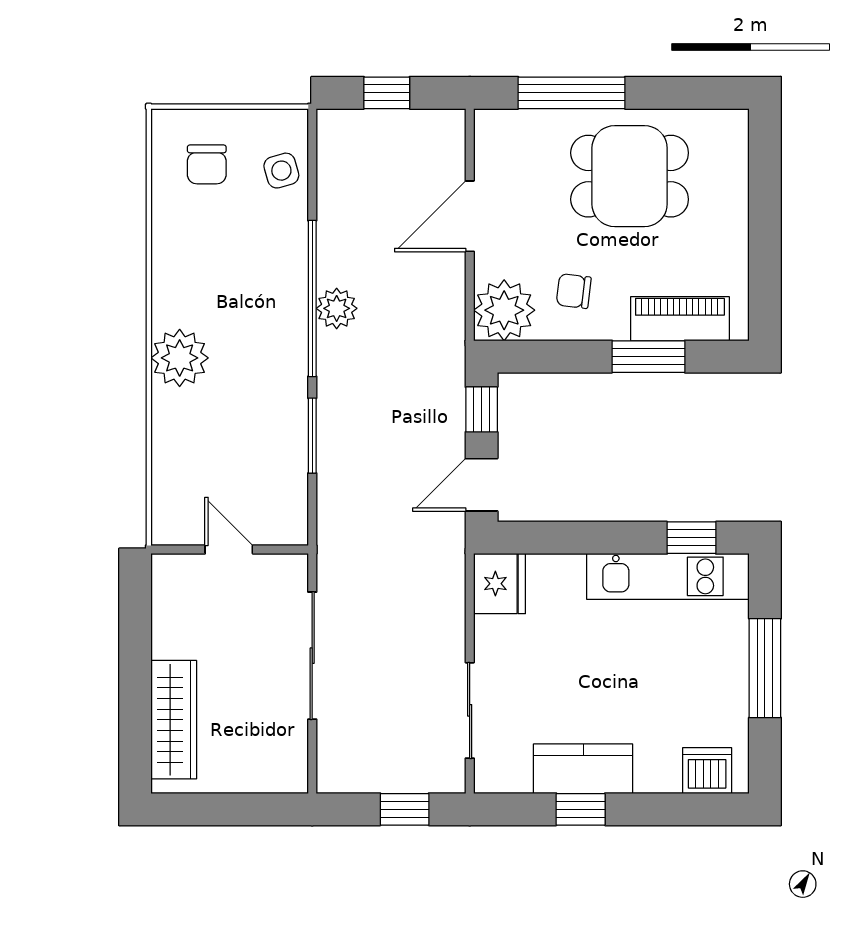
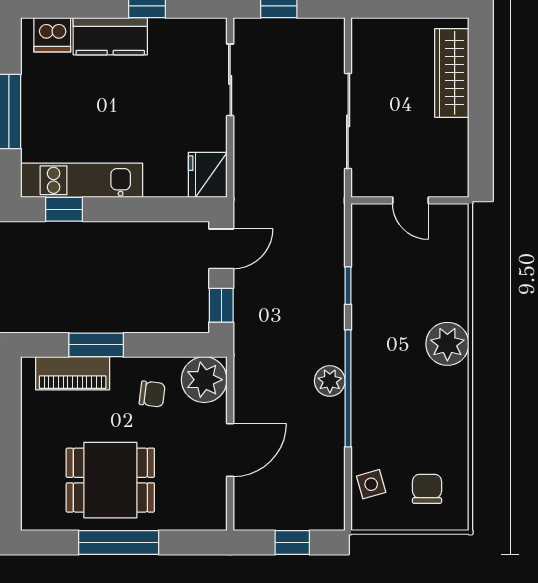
window: (572, 93) -> (119, 543), moved
window: (312, 436) -> (348, 286), width x0.67
kitchen counter: (583, 769) -> (110, 36), moved

